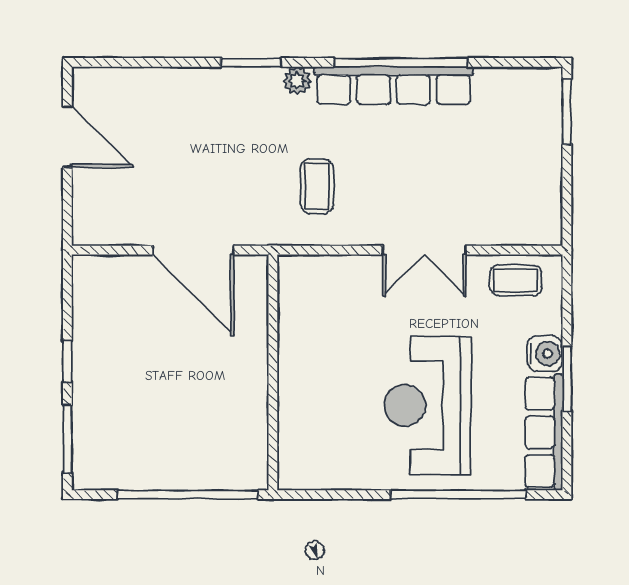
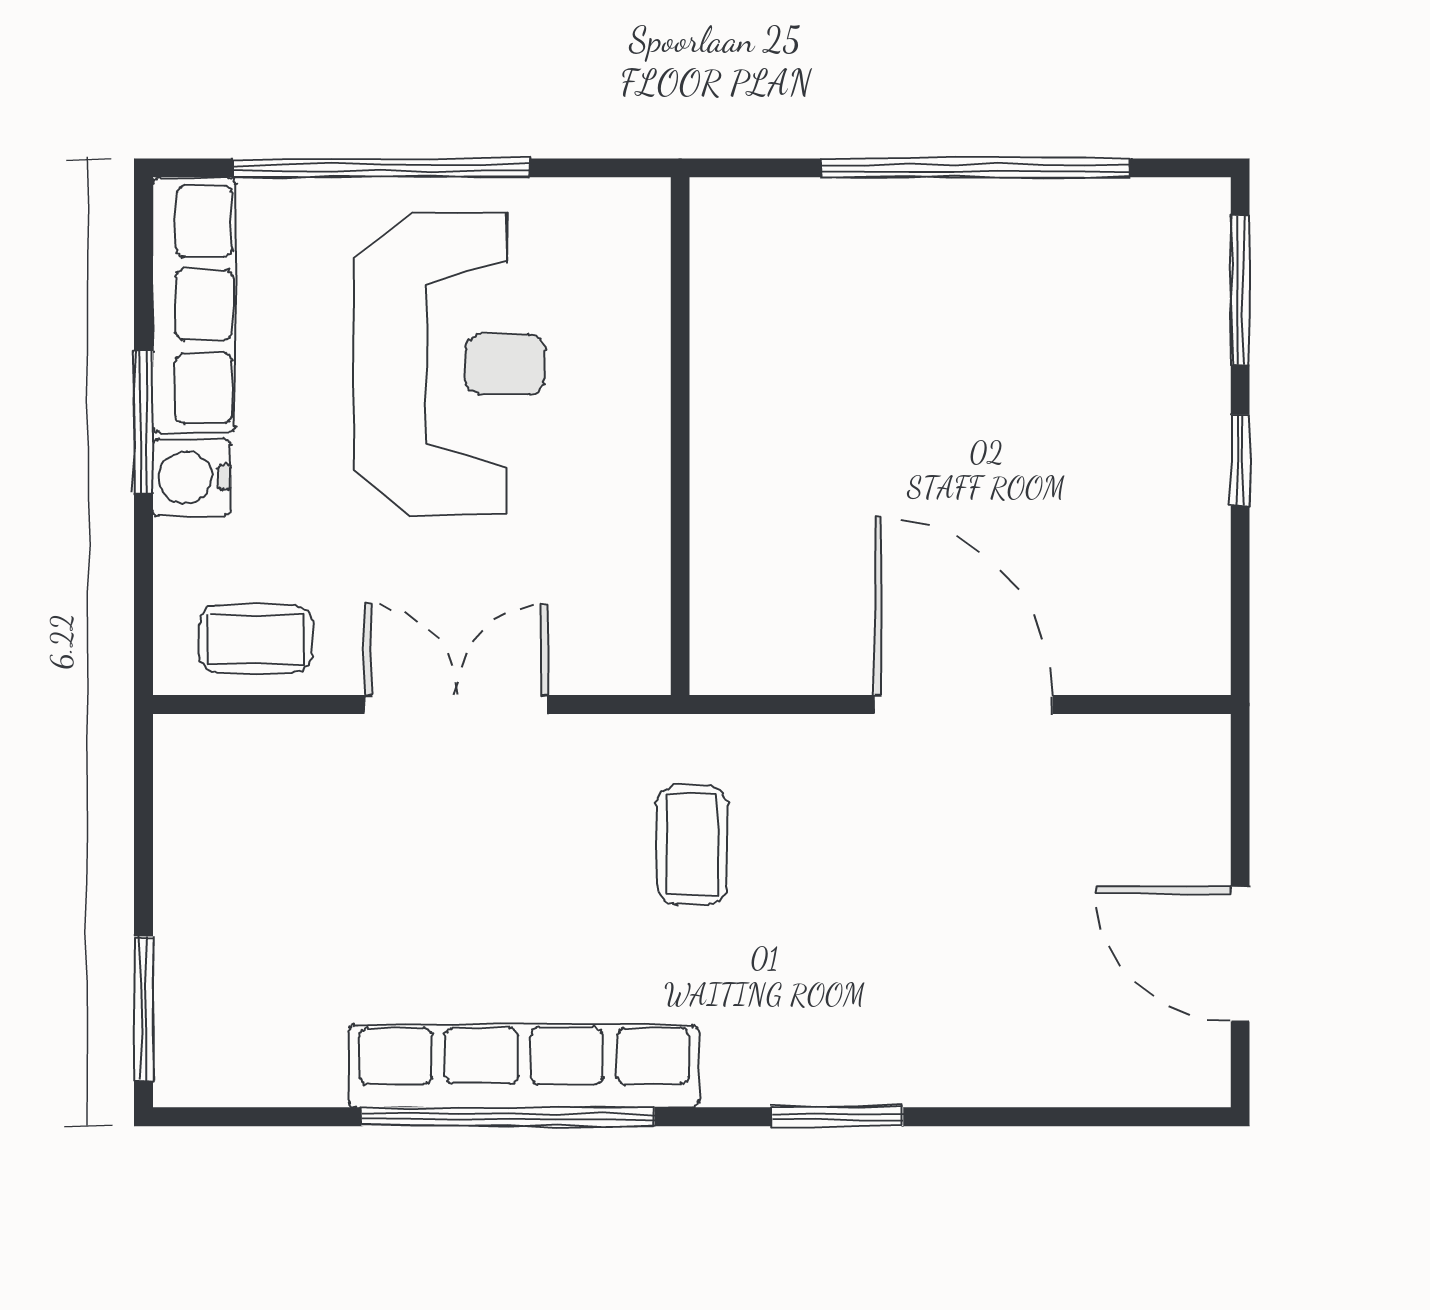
plant: (297, 81) -> (736, 1077), removed
wall: (273, 372) -> (680, 436), moved

